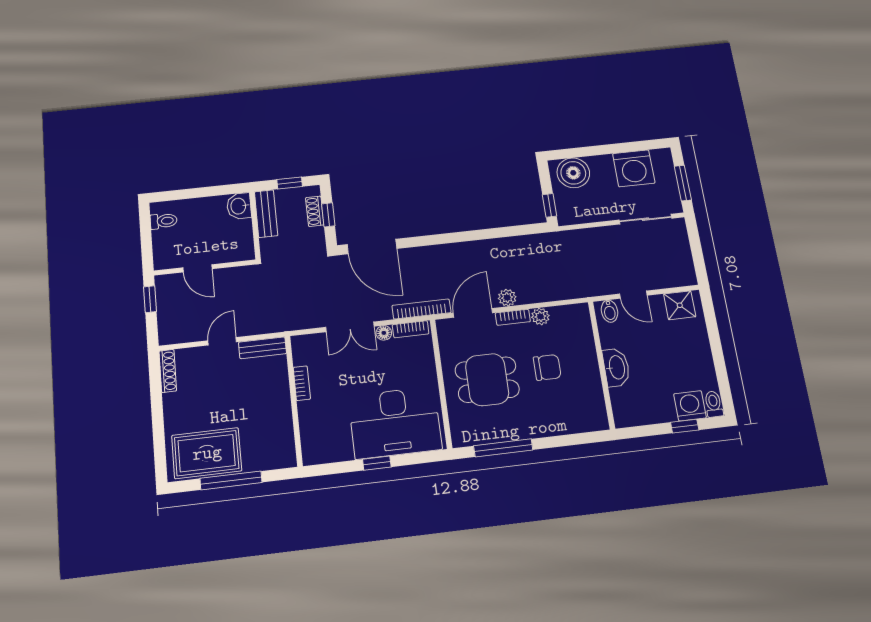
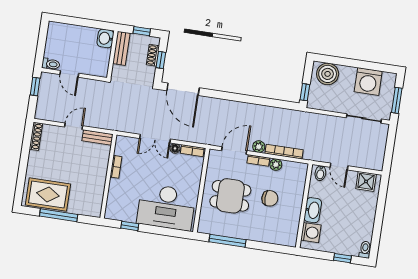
toilet: (164, 221) -> (51, 64), moved
bookcase: (421, 309) -> (284, 152), moved
washing machine: (690, 406) -> (311, 233), moved, turned 90
window: (377, 463) -> (130, 226), moved

